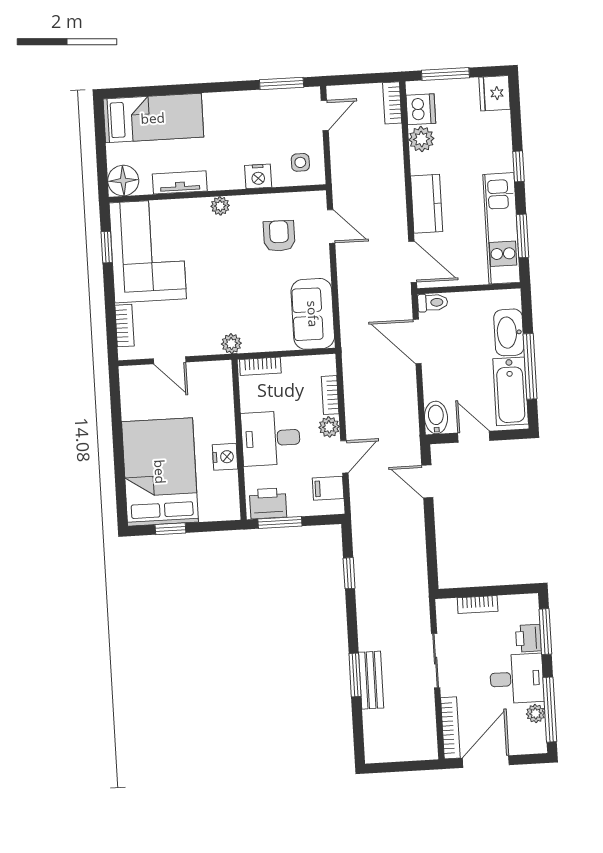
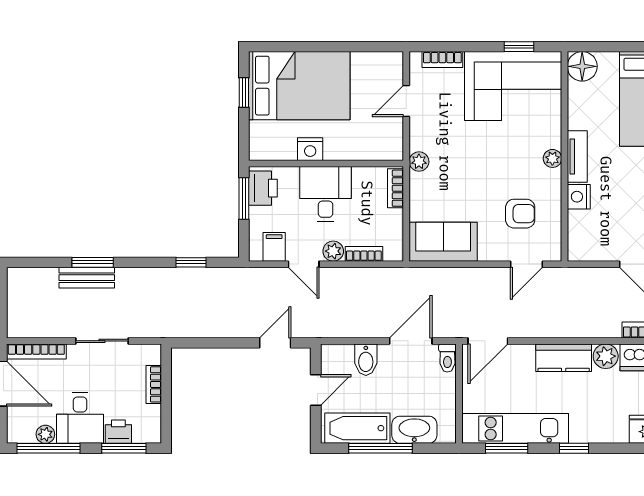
side table: (300, 162) -> (590, 238), removed
tv unit: (180, 182) -> (577, 156), moved
kitchen counter: (427, 204) -> (564, 358), moved
bidet: (436, 417) -> (366, 360), moved, turned 90

